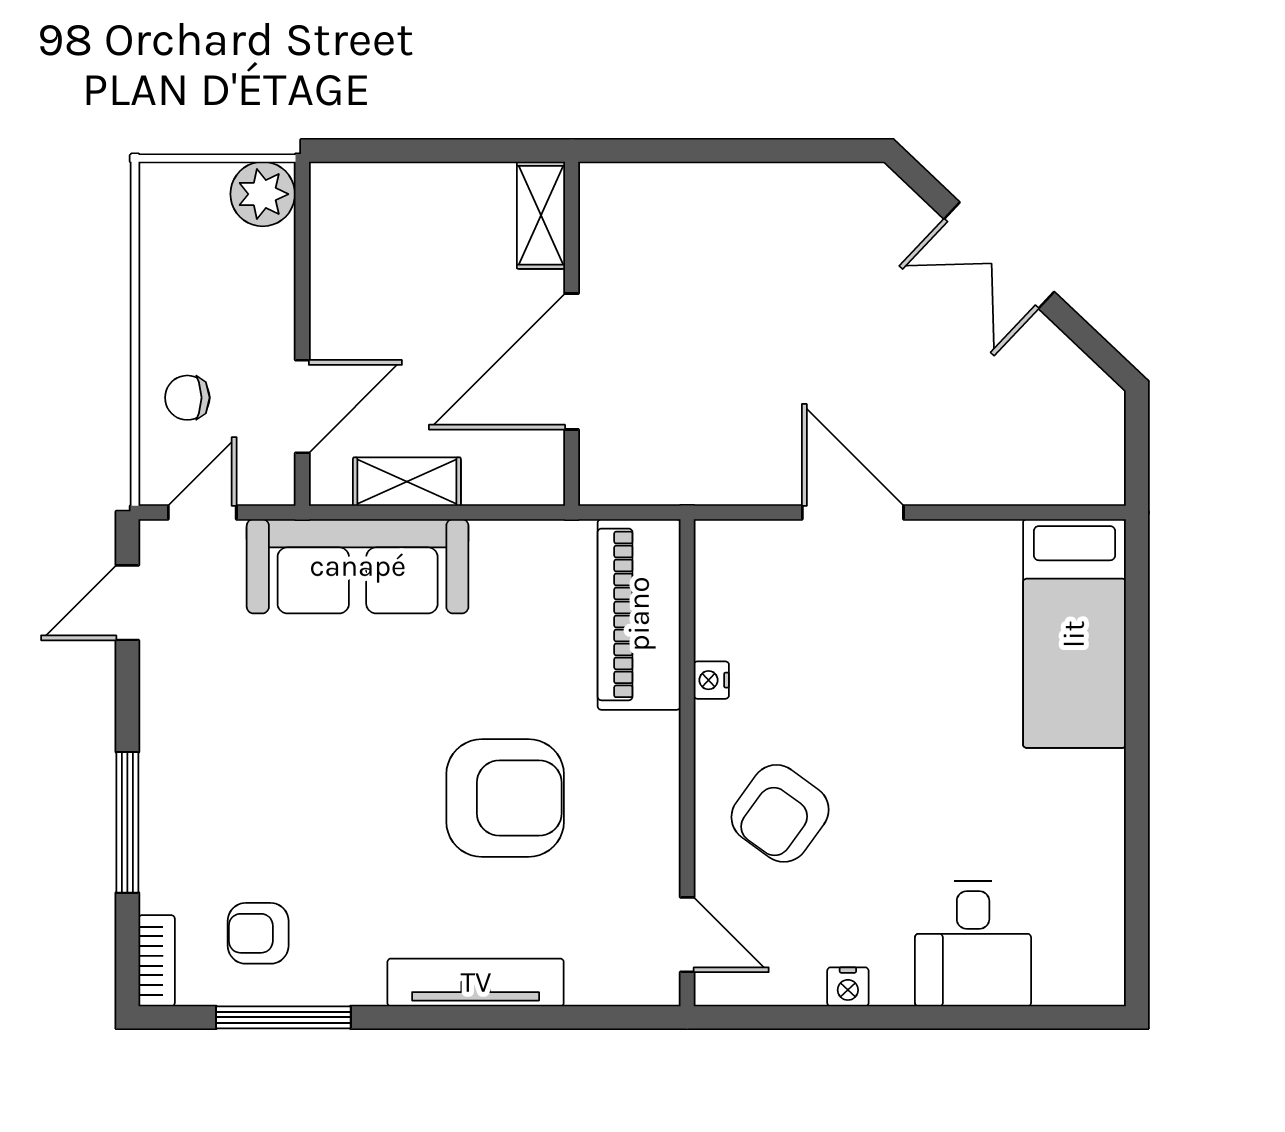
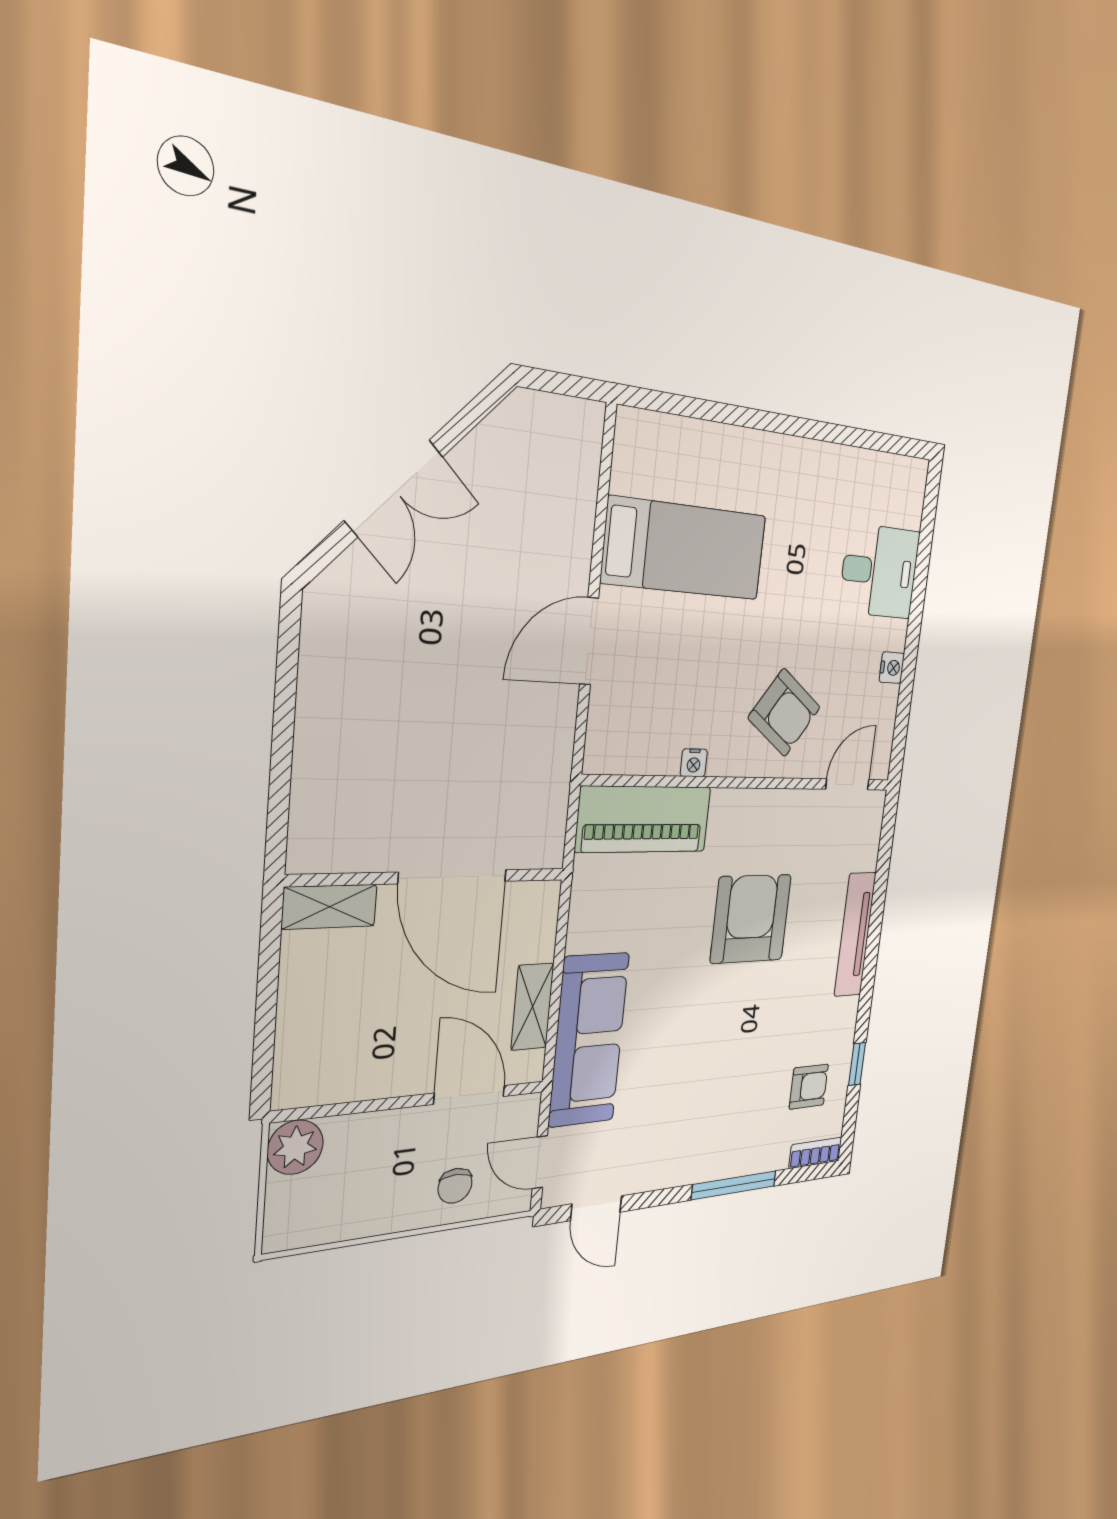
bed: (1074, 634) -> (685, 549), moved
armchair: (258, 933) -> (809, 1087), turned -90
window: (283, 1017) -> (857, 1064), width x0.46

